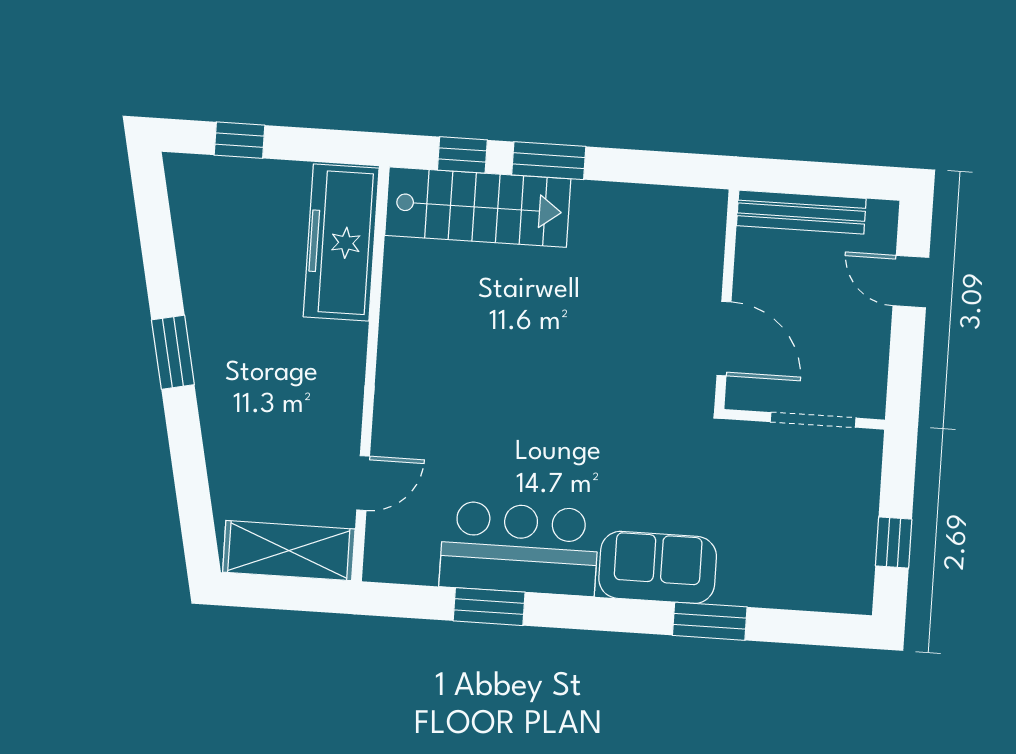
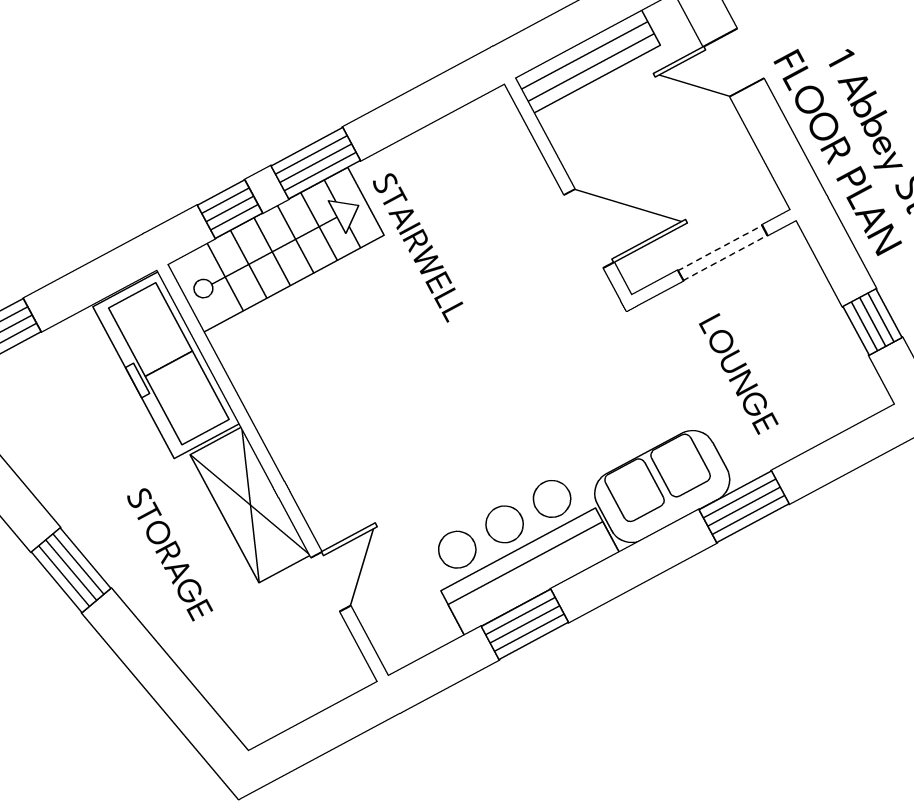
shelving: (289, 551) -> (250, 505), moved, turned 90

